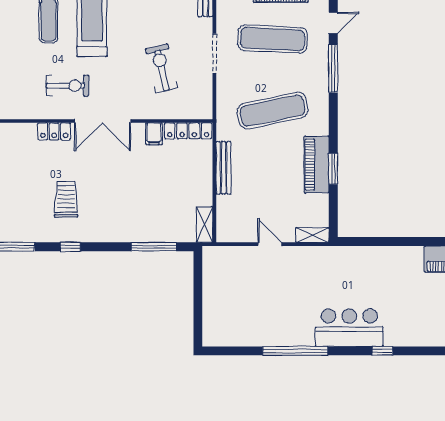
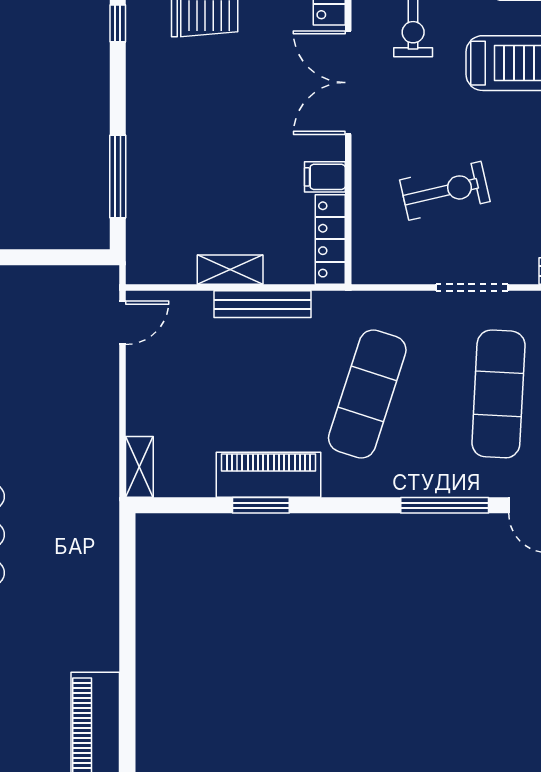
exercise mat: (272, 111) -> (367, 394), turned 30
shelving: (205, 225) -> (230, 270), moved
door: (270, 244) -> (123, 323), moved

